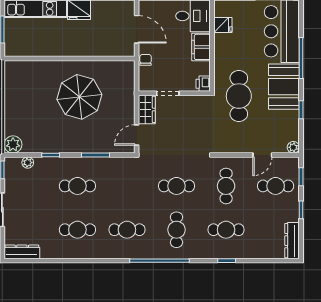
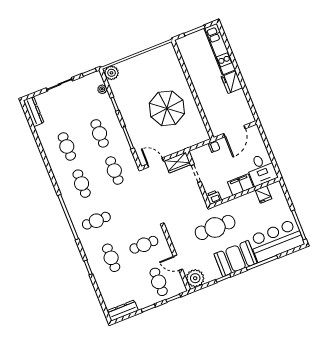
plant: (293, 147) -> (195, 278), width x1.88, depth x1.88
cafe table: (176, 186) -> (114, 171), moved

